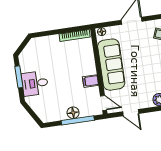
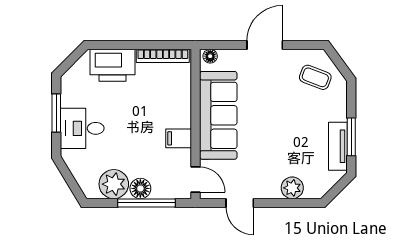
printer: (47, 45) -> (112, 65), added
plant: (58, 112) -> (114, 184), added

